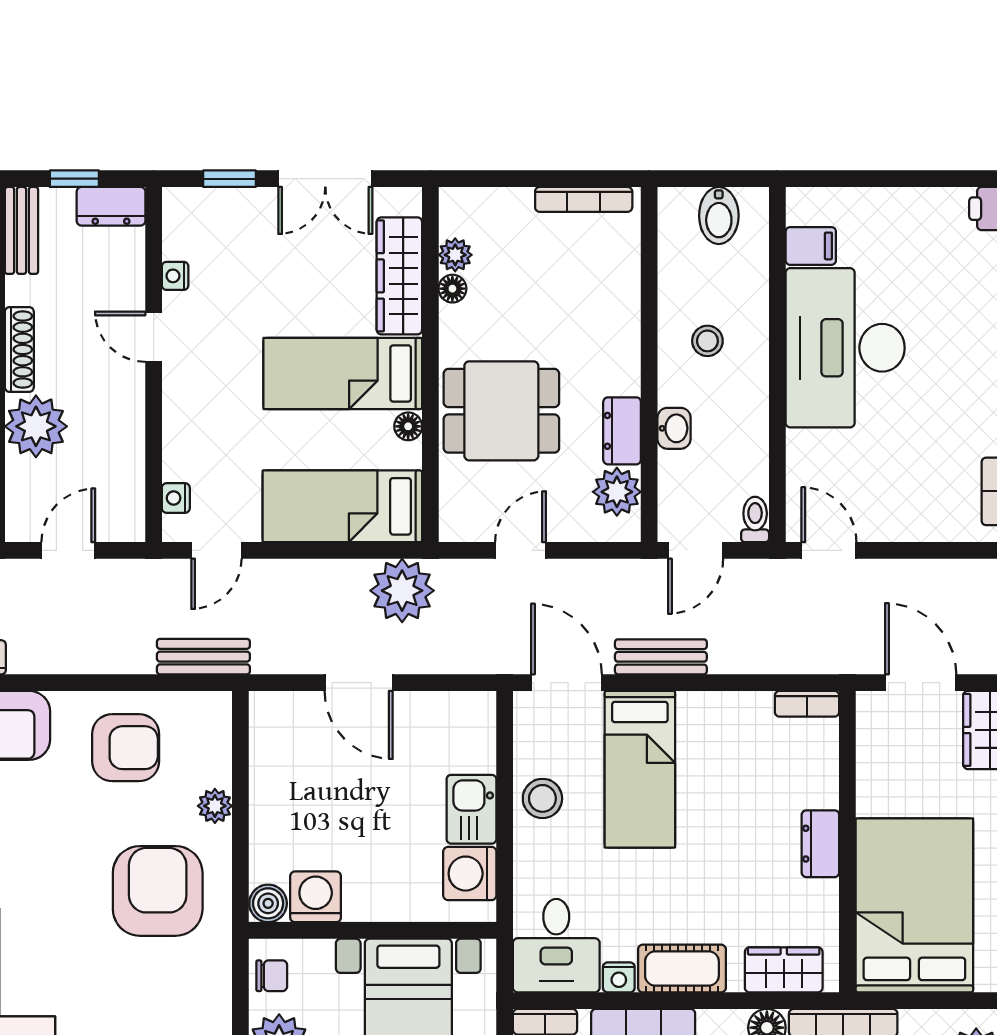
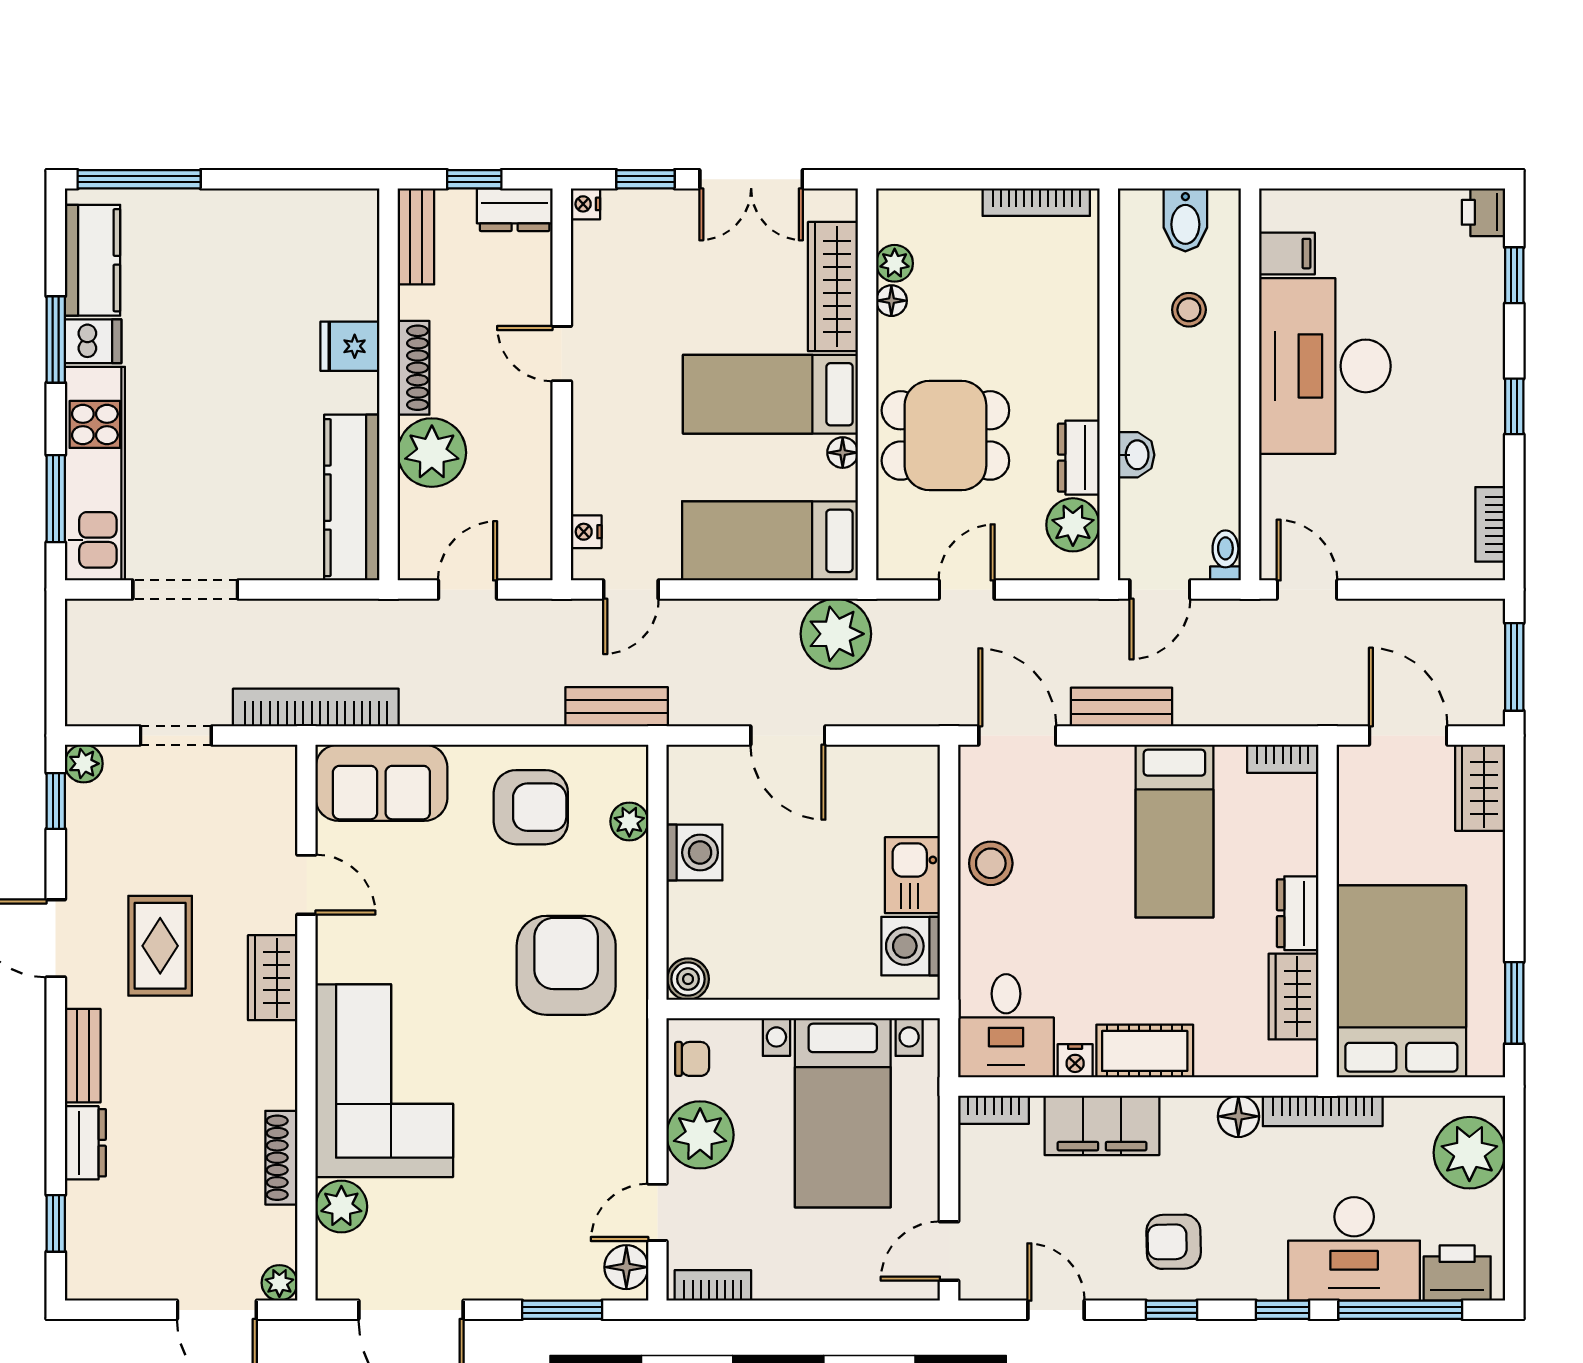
nightstand: (175, 276) -> (585, 204), moved
stool: (707, 341) -> (1189, 310), moved
bed: (640, 769) -> (1174, 831), moved
plant: (215, 806) -> (629, 821), moved
washing machine: (316, 897) -> (694, 853), moved, turned 90
wardrobe: (784, 970) -> (1293, 997), moved, turned -90

